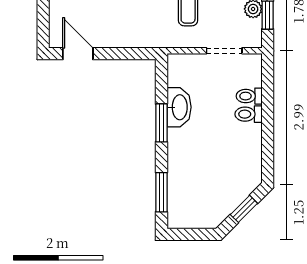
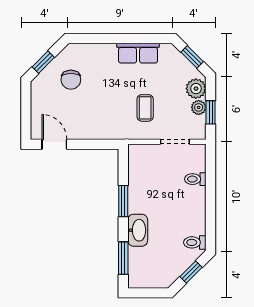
washbasin: (179, 107) -> (138, 230), moved
toilet: (248, 114) -> (195, 242), moved

